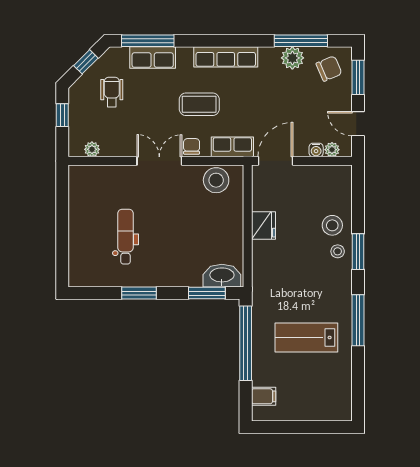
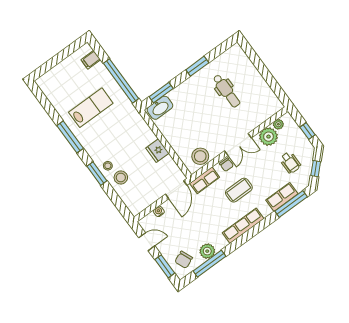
plant: (332, 150) -> (269, 137), moved, width x1.88, depth x1.88

